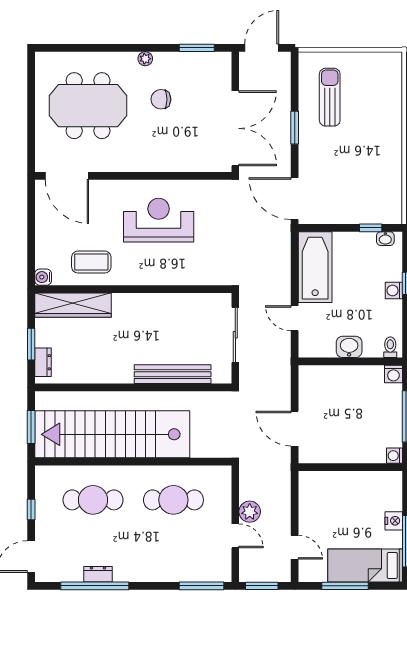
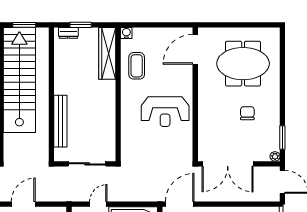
plant: (145, 59) -> (275, 156), moved
meeting table: (88, 106) -> (243, 64), turned 90
window: (295, 128) -> (228, 204), removed
reception desk: (159, 220) -> (165, 112), turned 90

